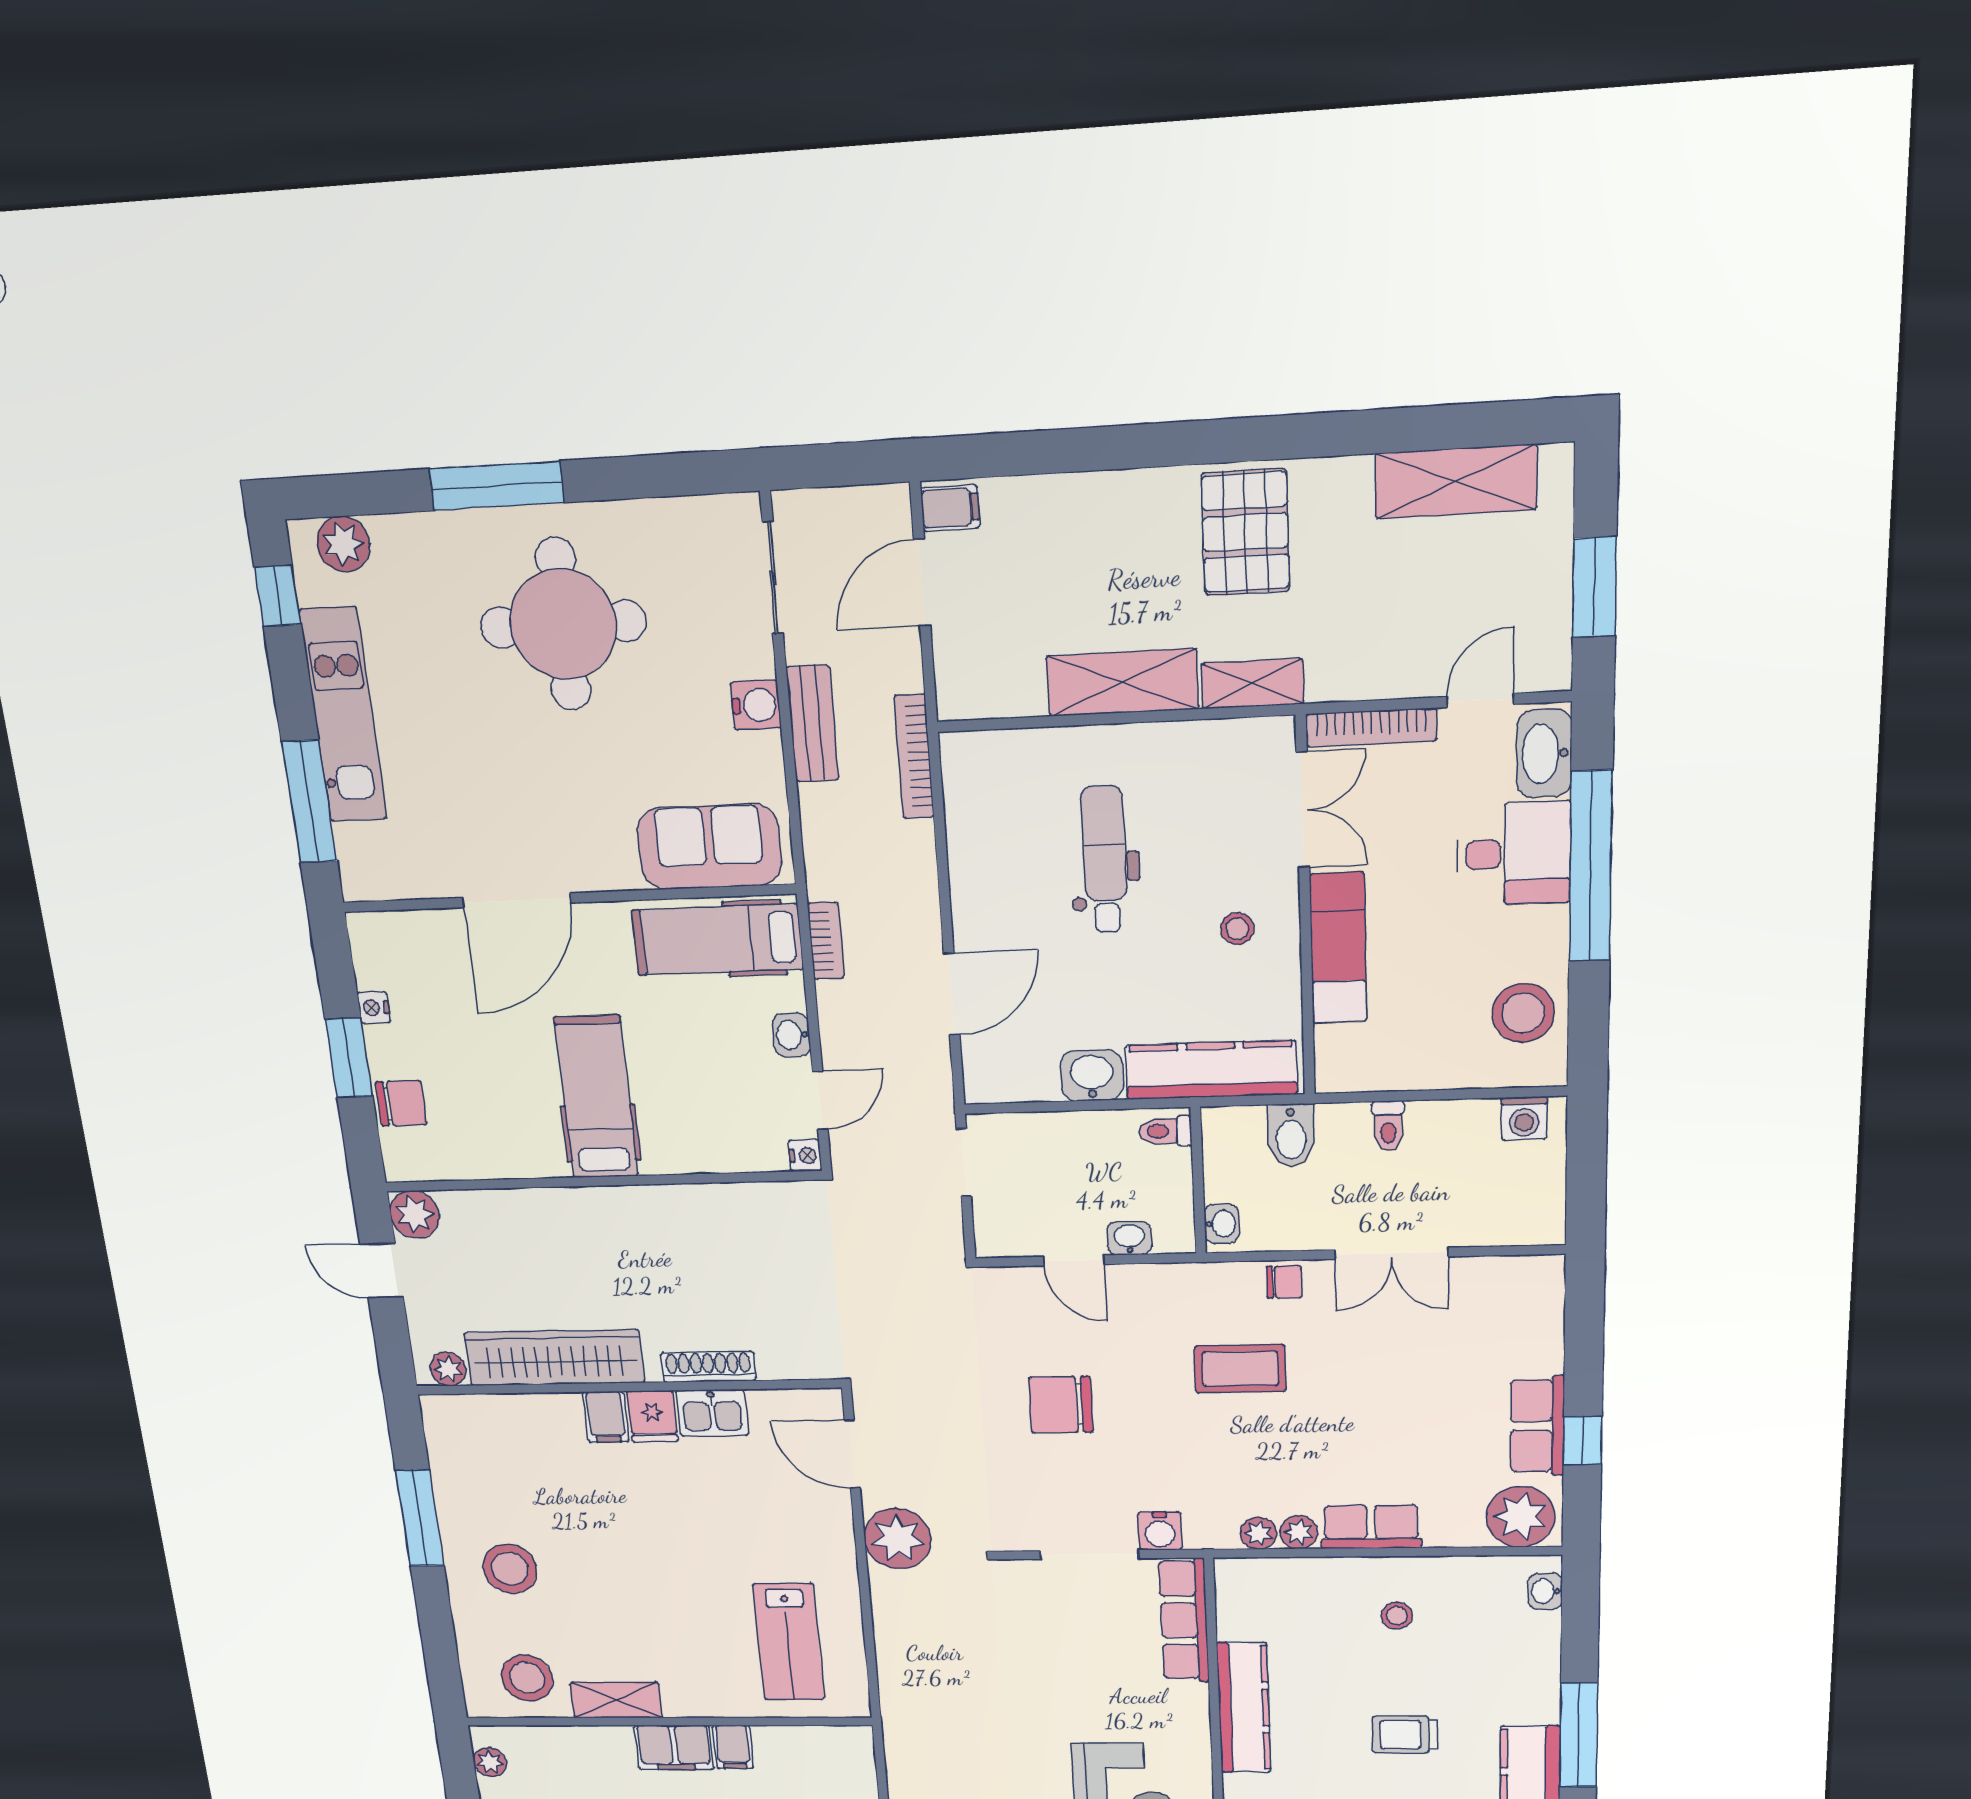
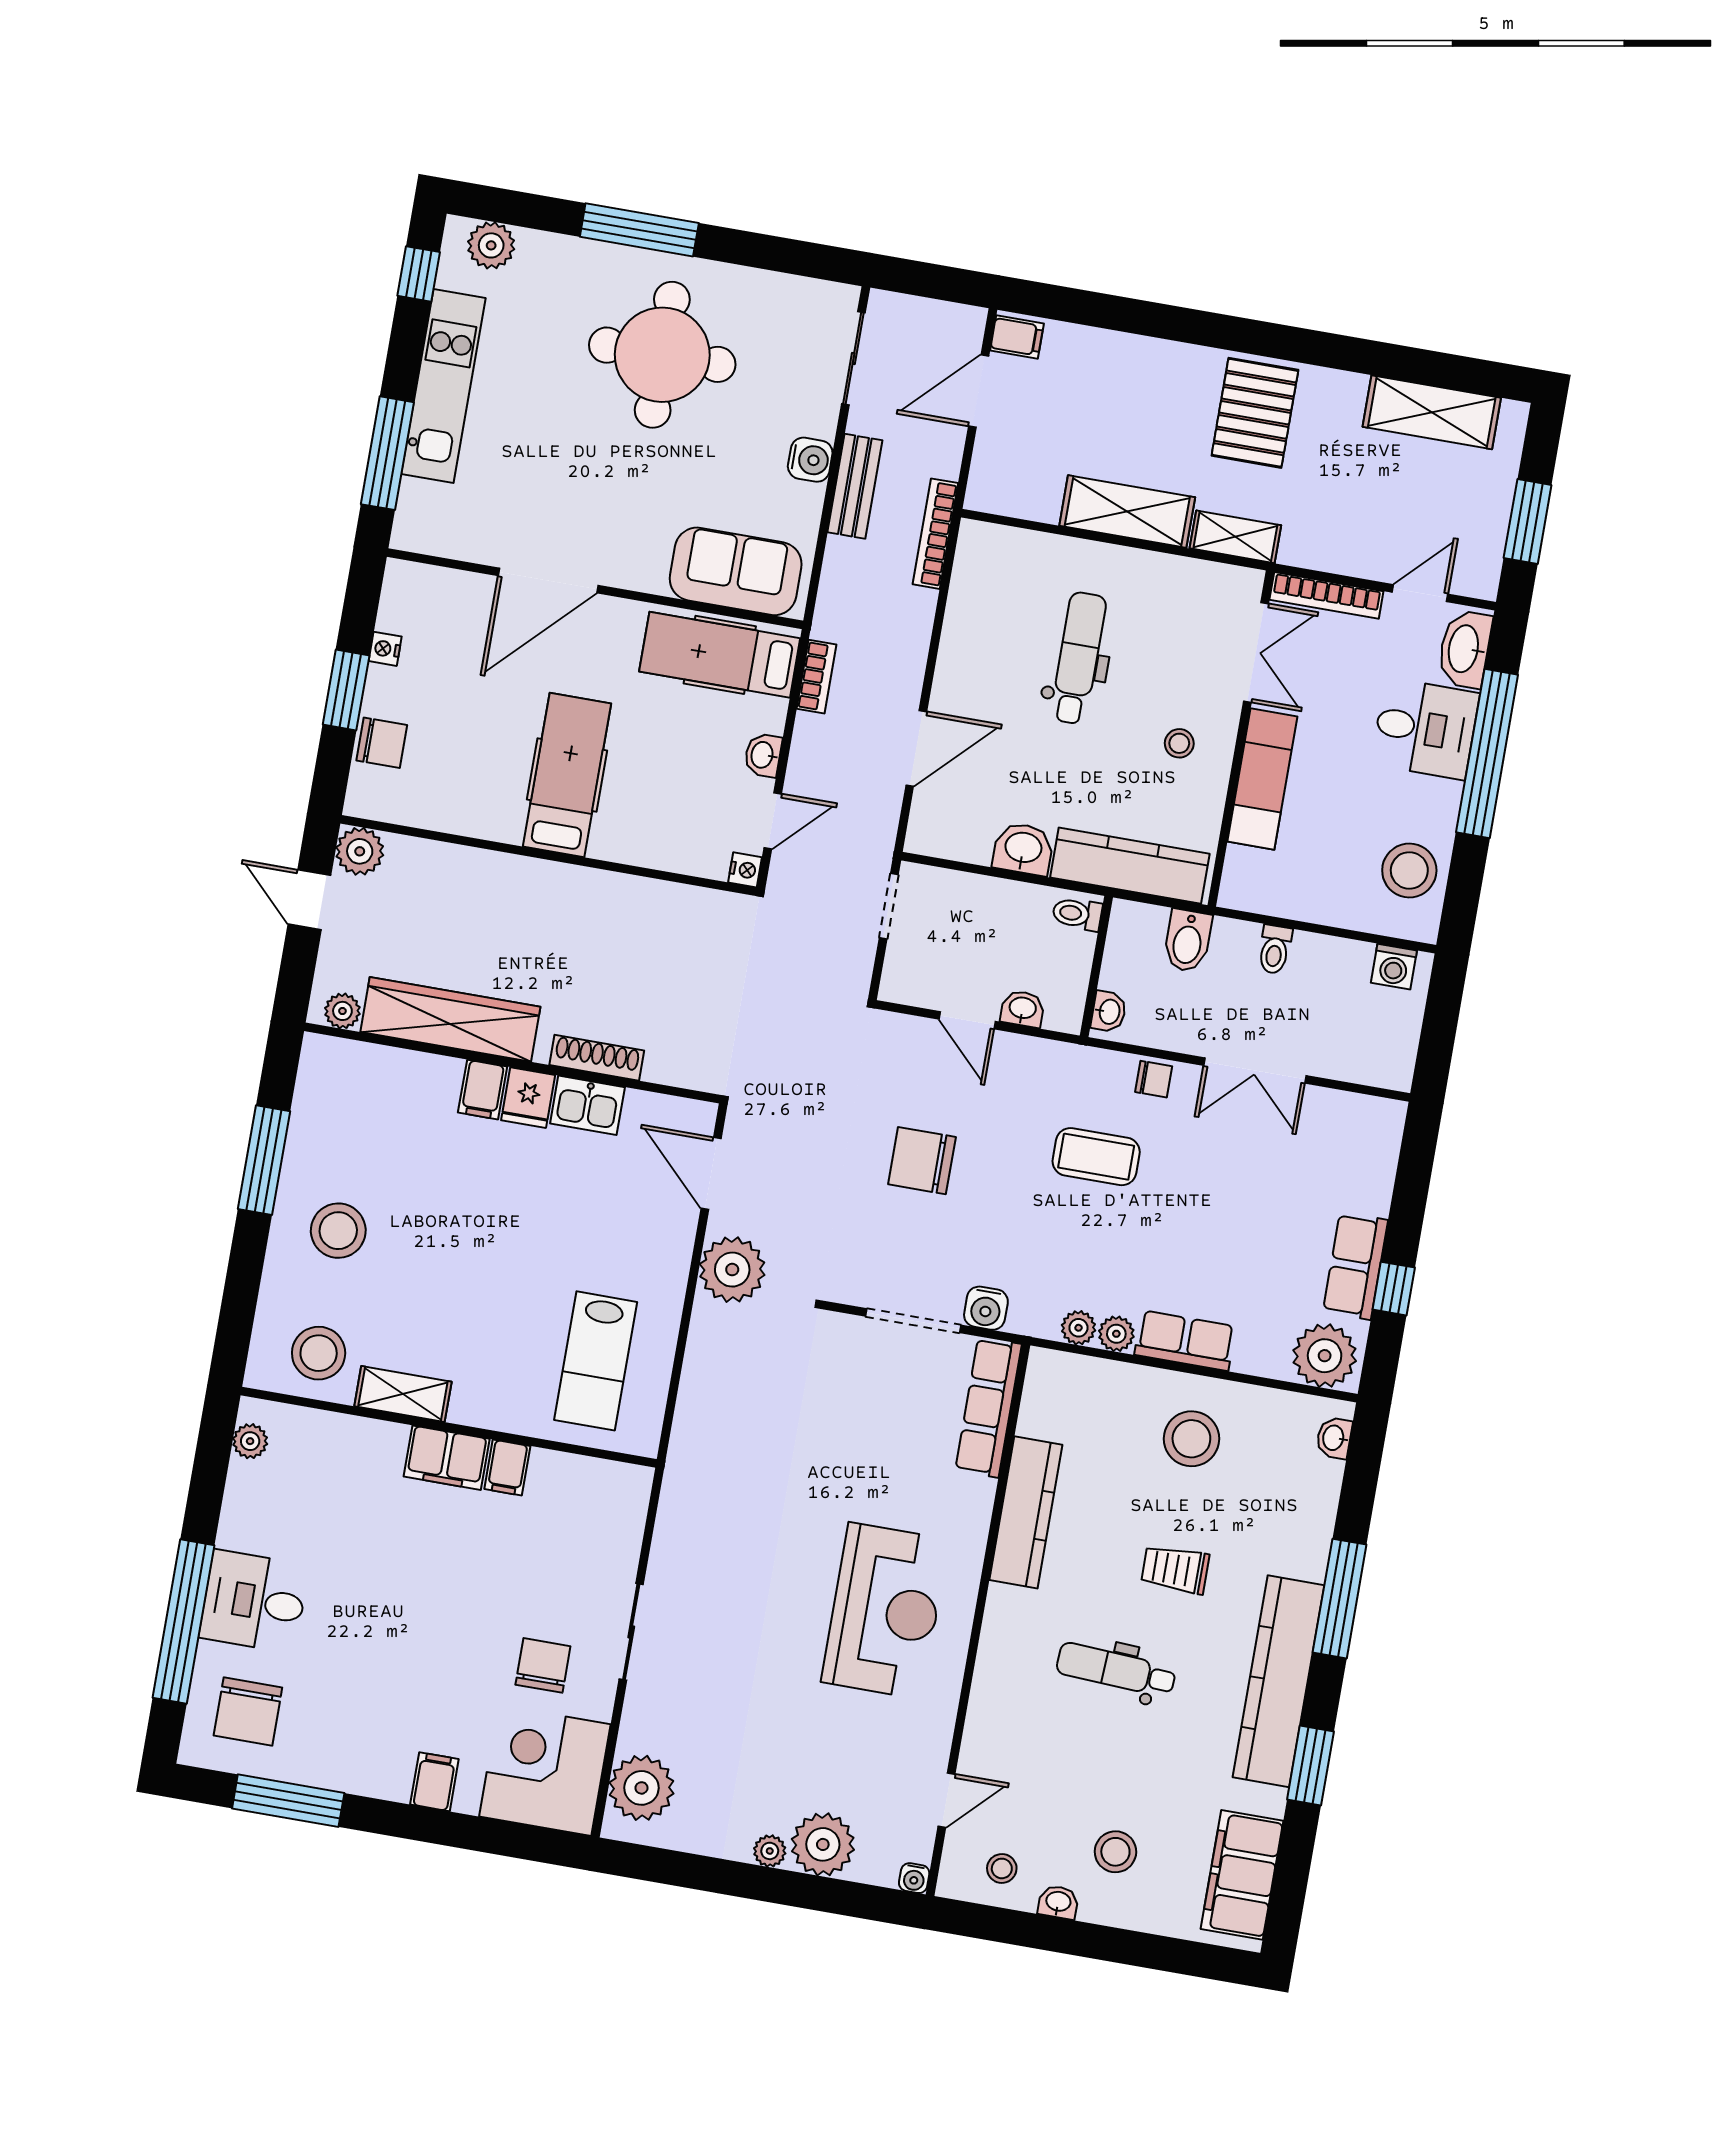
stool: (1397, 1616) -> (1191, 1439), width x1.89, depth x1.89

